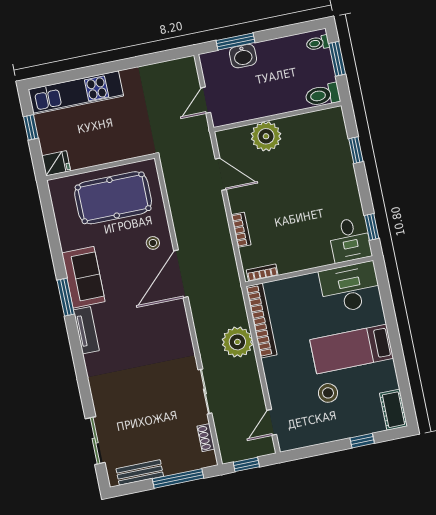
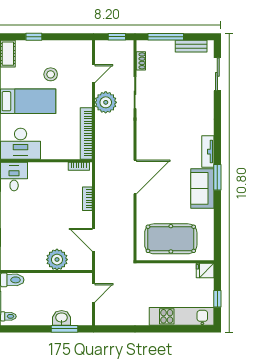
stool: (153, 243) -> (150, 202), removed
plant: (237, 342) -> (106, 102), moved
door: (272, 422) -> (93, 74), moved

